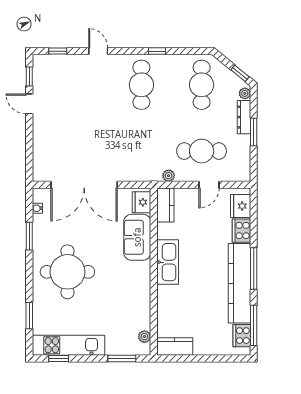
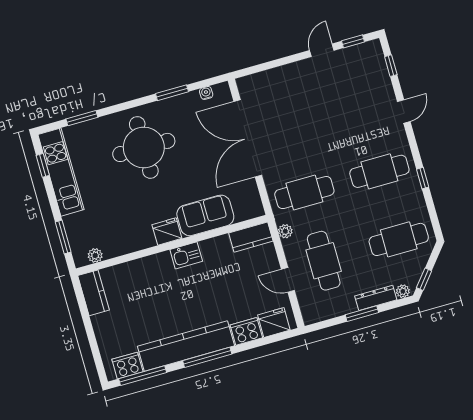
cafe table: (141, 151) -> (304, 193), added
fridge: (141, 202) -> (167, 231), moved
kitchen sink: (168, 262) -> (186, 255), width x0.53, depth x0.81

